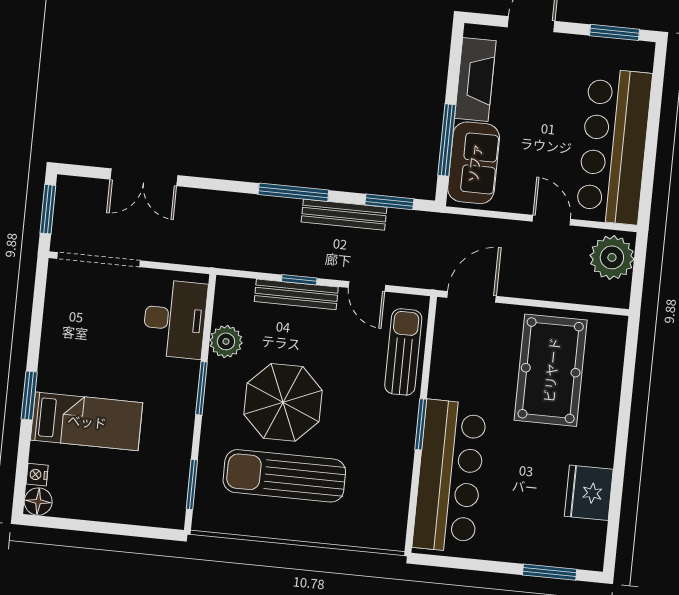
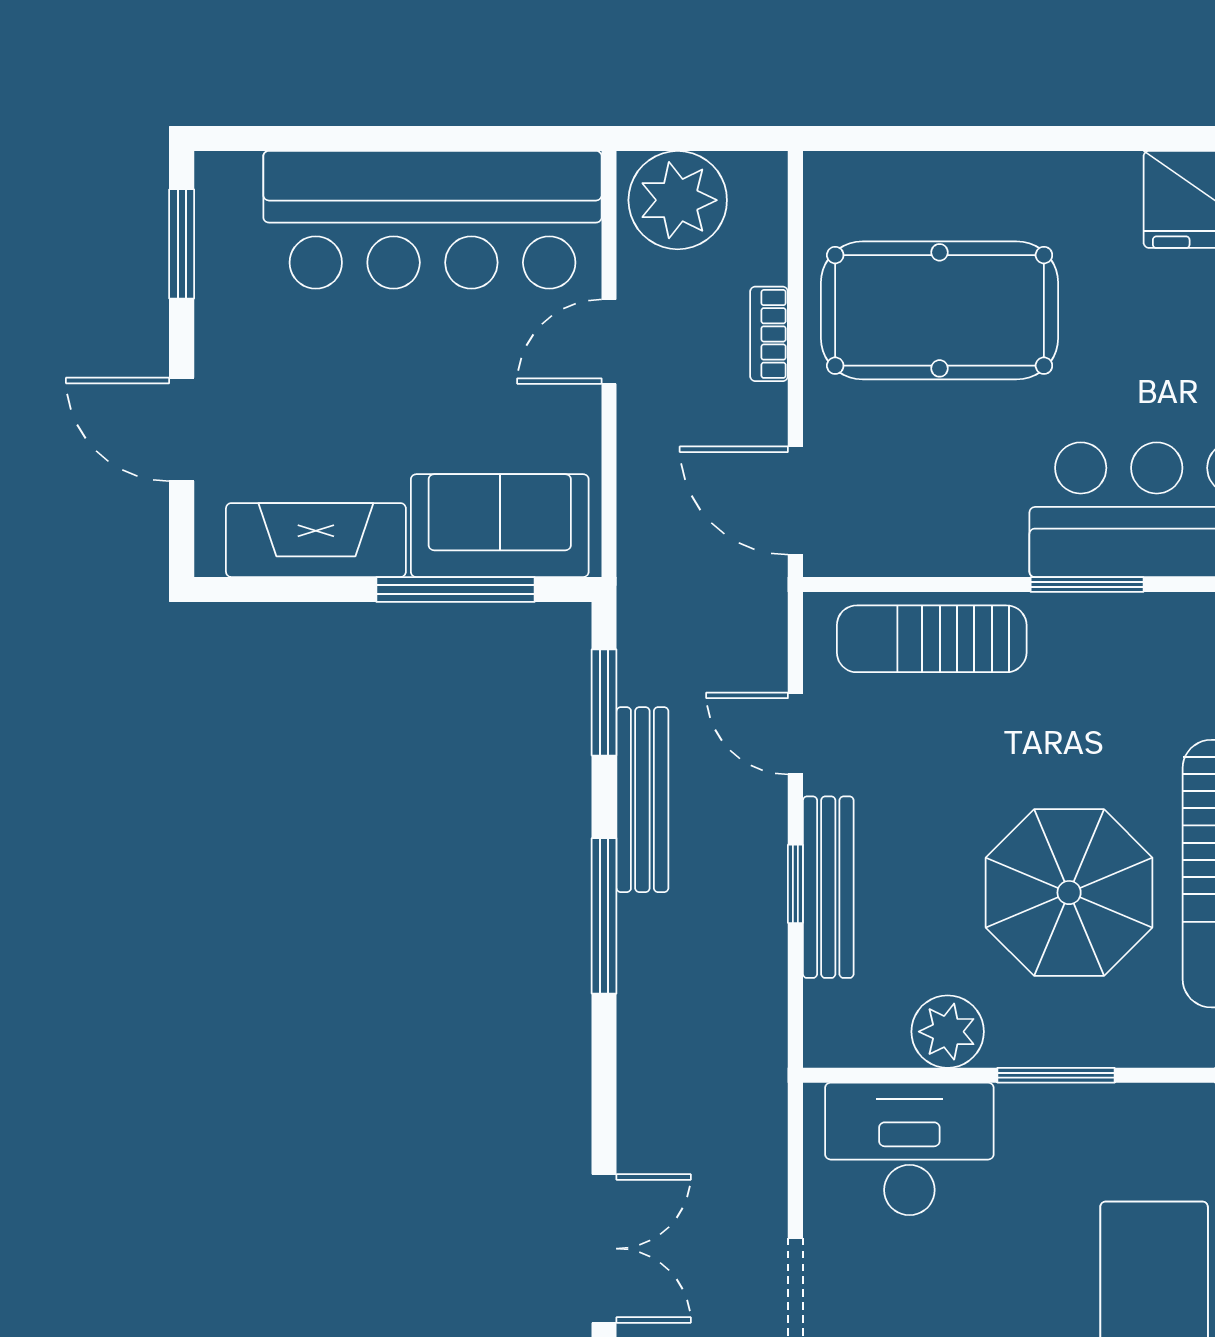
door: (367, 286) -> (795, 733), swing flipped
bookcase: (548, 292) -> (769, 334), added

